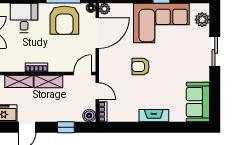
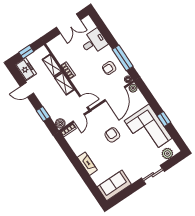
armchair: (64, 20) -> (109, 68), width x0.53, depth x0.53
door: (97, 33) -> (115, 94), hinge flipped

